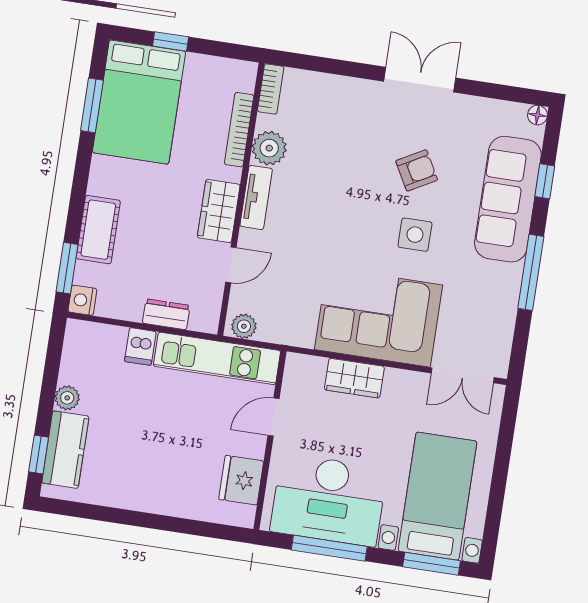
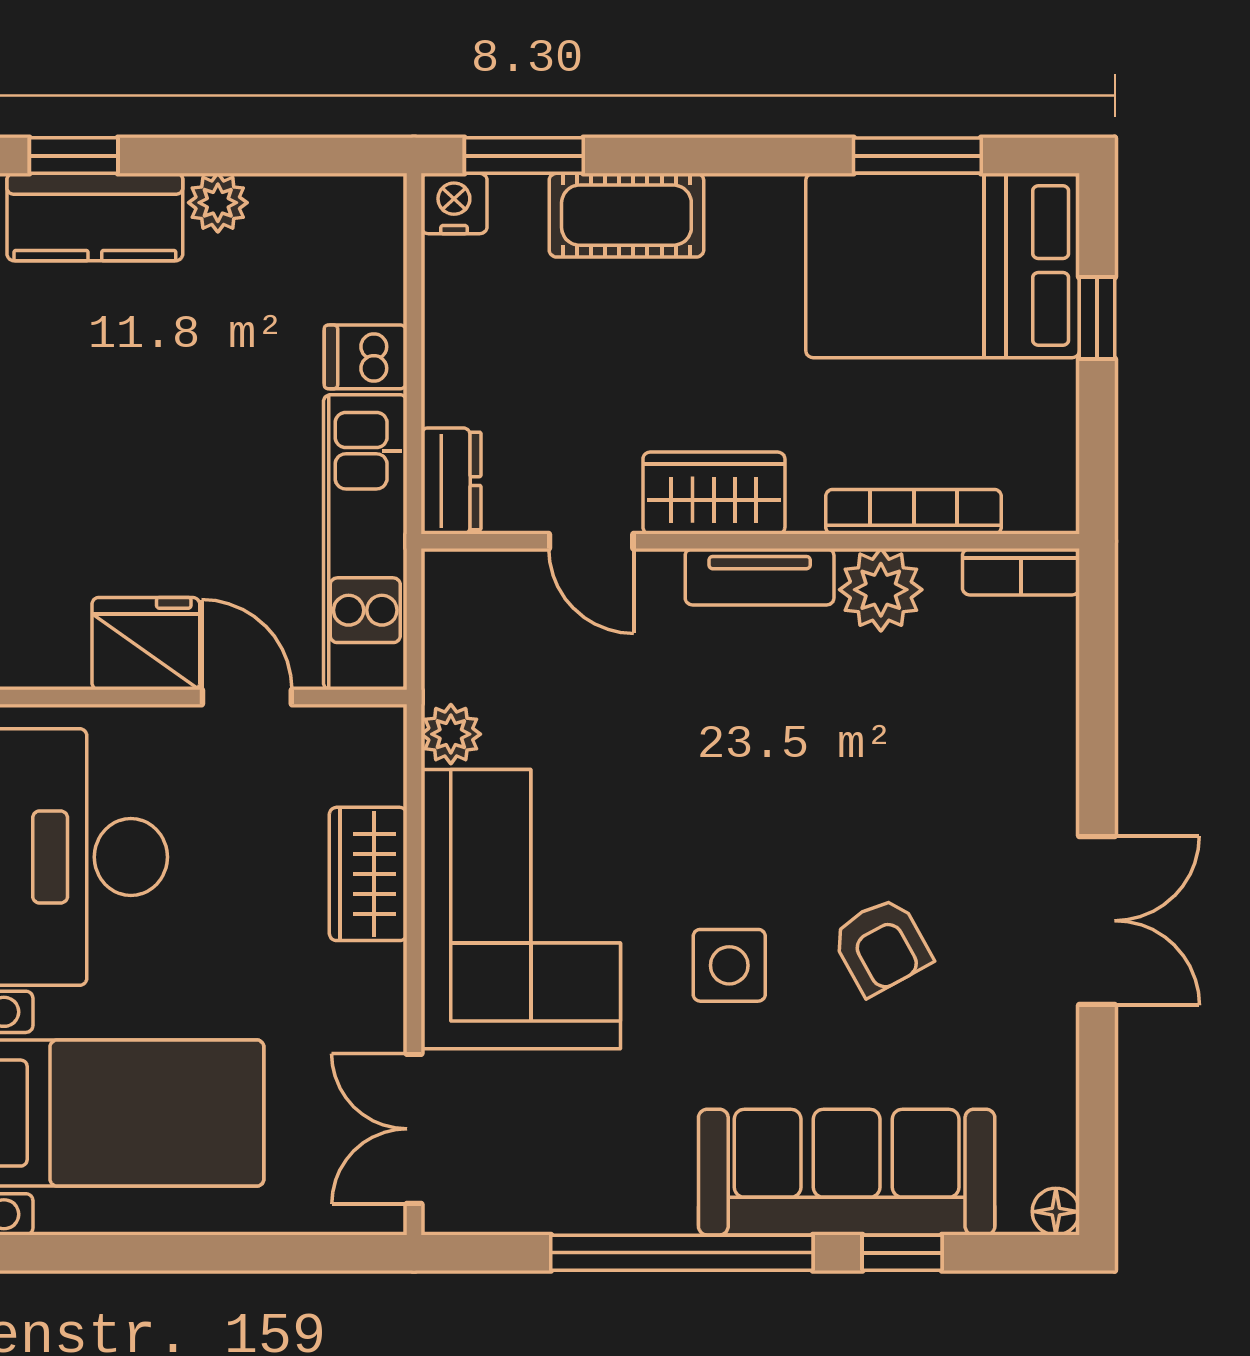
window: (531, 272) -> (682, 1253), width x1.46
dresser: (166, 314) -> (451, 481), moved
plant: (244, 326) -> (451, 734), moved
fridge: (241, 480) -> (146, 644), moved

